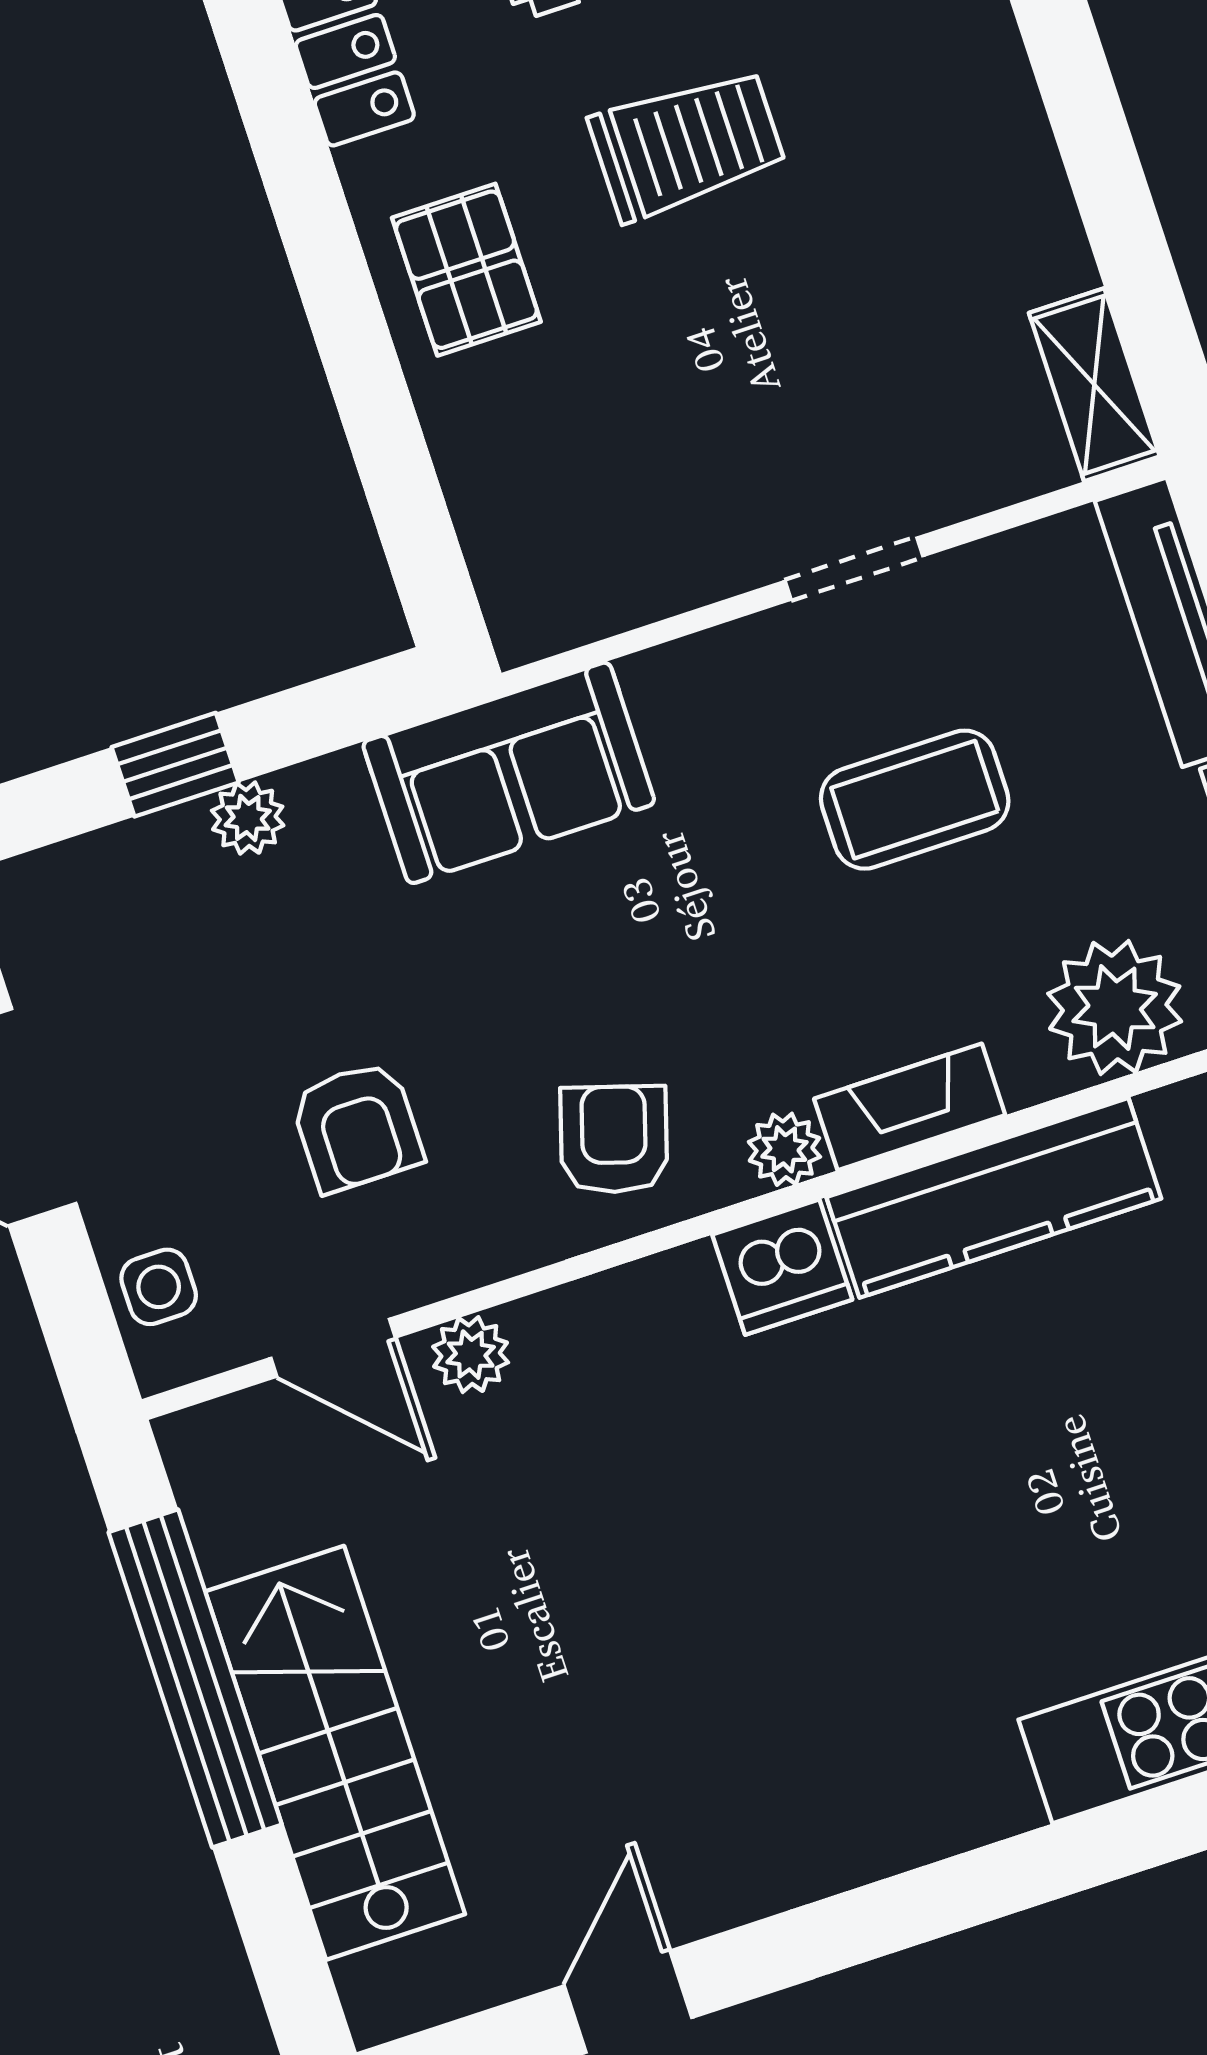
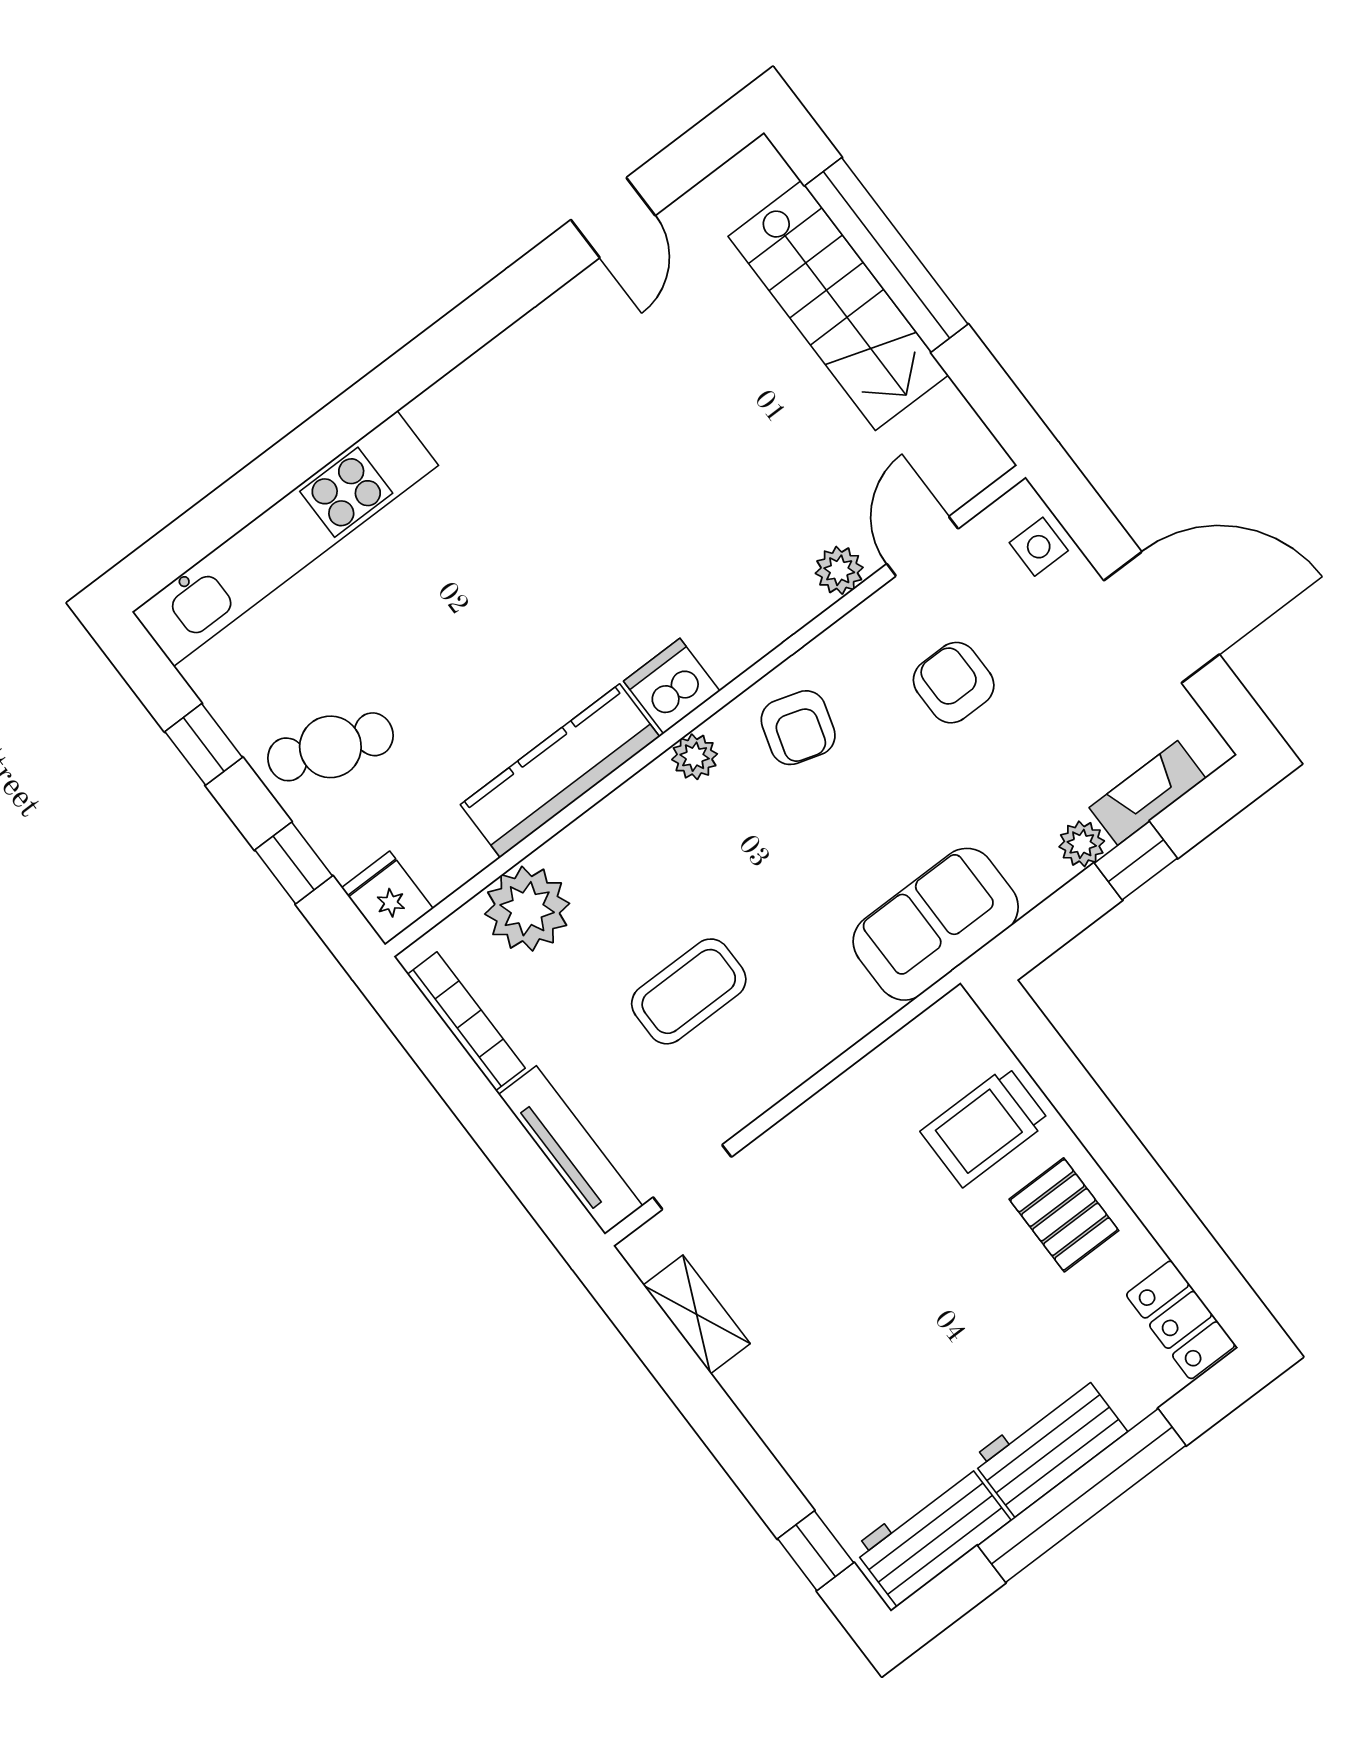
trolley: (687, 144) -> (985, 1127), moved
shelving: (1094, 385) -> (697, 1314), moved
doorway: (854, 569) -> (692, 1177), moved
fireplace: (910, 1107) -> (1148, 793), moved, turned 180
door: (333, 1348) -> (922, 546), hinge flipped
window: (195, 1678) -> (886, 255), moved

